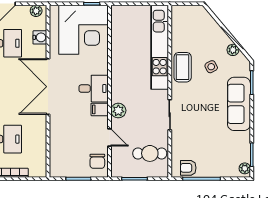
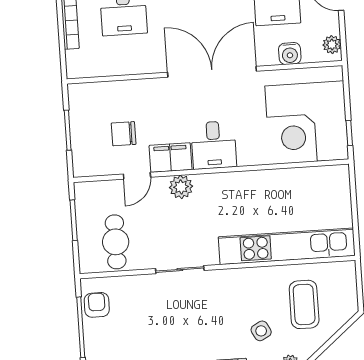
coffee table: (183, 67) -> (304, 304), moved, turned 90
filing cabinet: (100, 109) -> (171, 158), width x2.00
chair: (97, 161) -> (124, 134), moved

